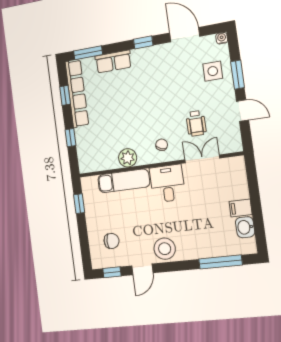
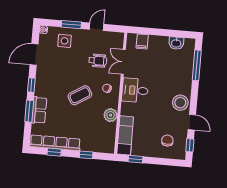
window: (88, 53) -> (29, 111), moved
coffee table: (144, 111) -> (80, 95), added
exam couch: (124, 181) -> (125, 135), moved
filing cabinet: (241, 208) -> (142, 41), moved

